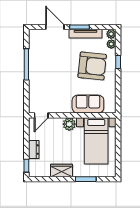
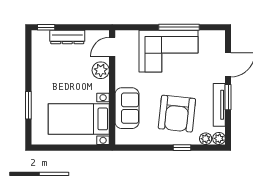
corner sofa: (44, 72) -> (169, 51), added
door: (41, 115) -> (112, 47), hinge flipped
plant: (69, 124) -> (101, 70), moved
dresser: (34, 150) -> (67, 37), width x1.44
wardrobe: (61, 171) -> (40, 73), removed

